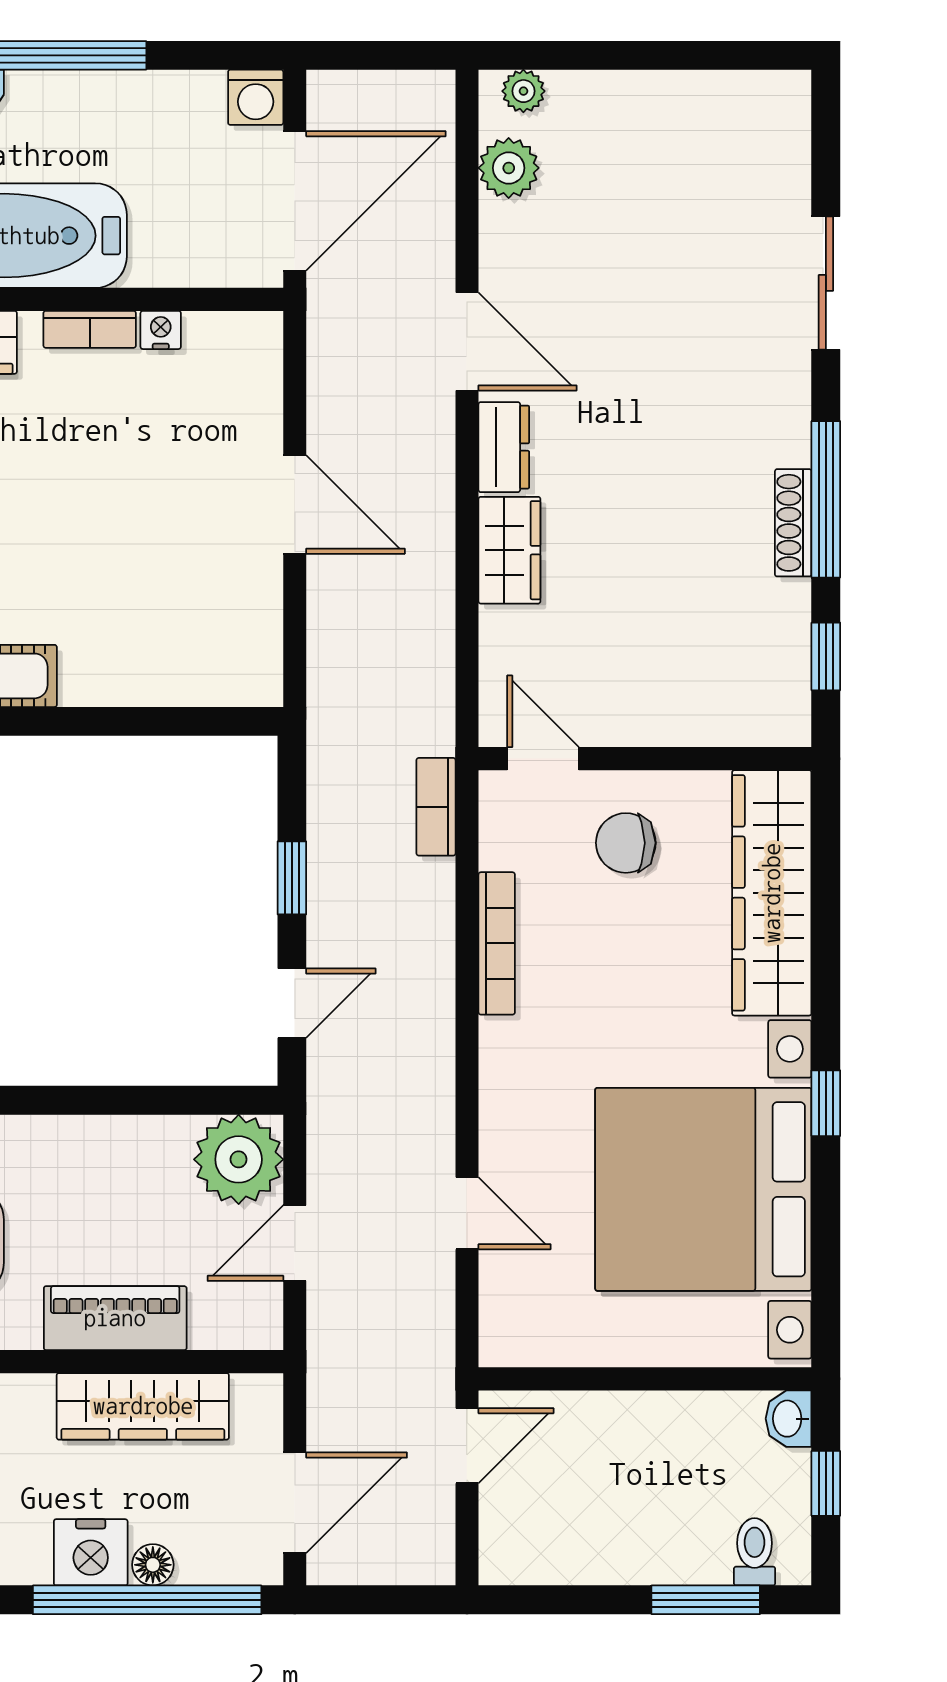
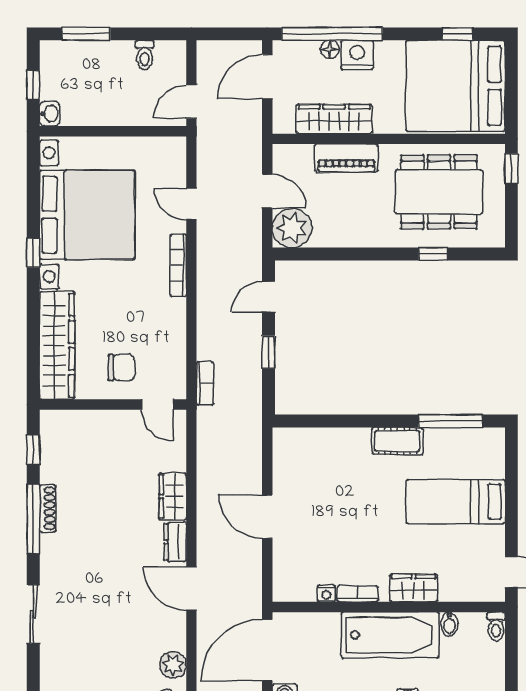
bookcase: (497, 943) -> (178, 265), moved
door: (295, 1243) -> (267, 191), hinge flipped
toilet: (755, 1552) -> (145, 55), moved

